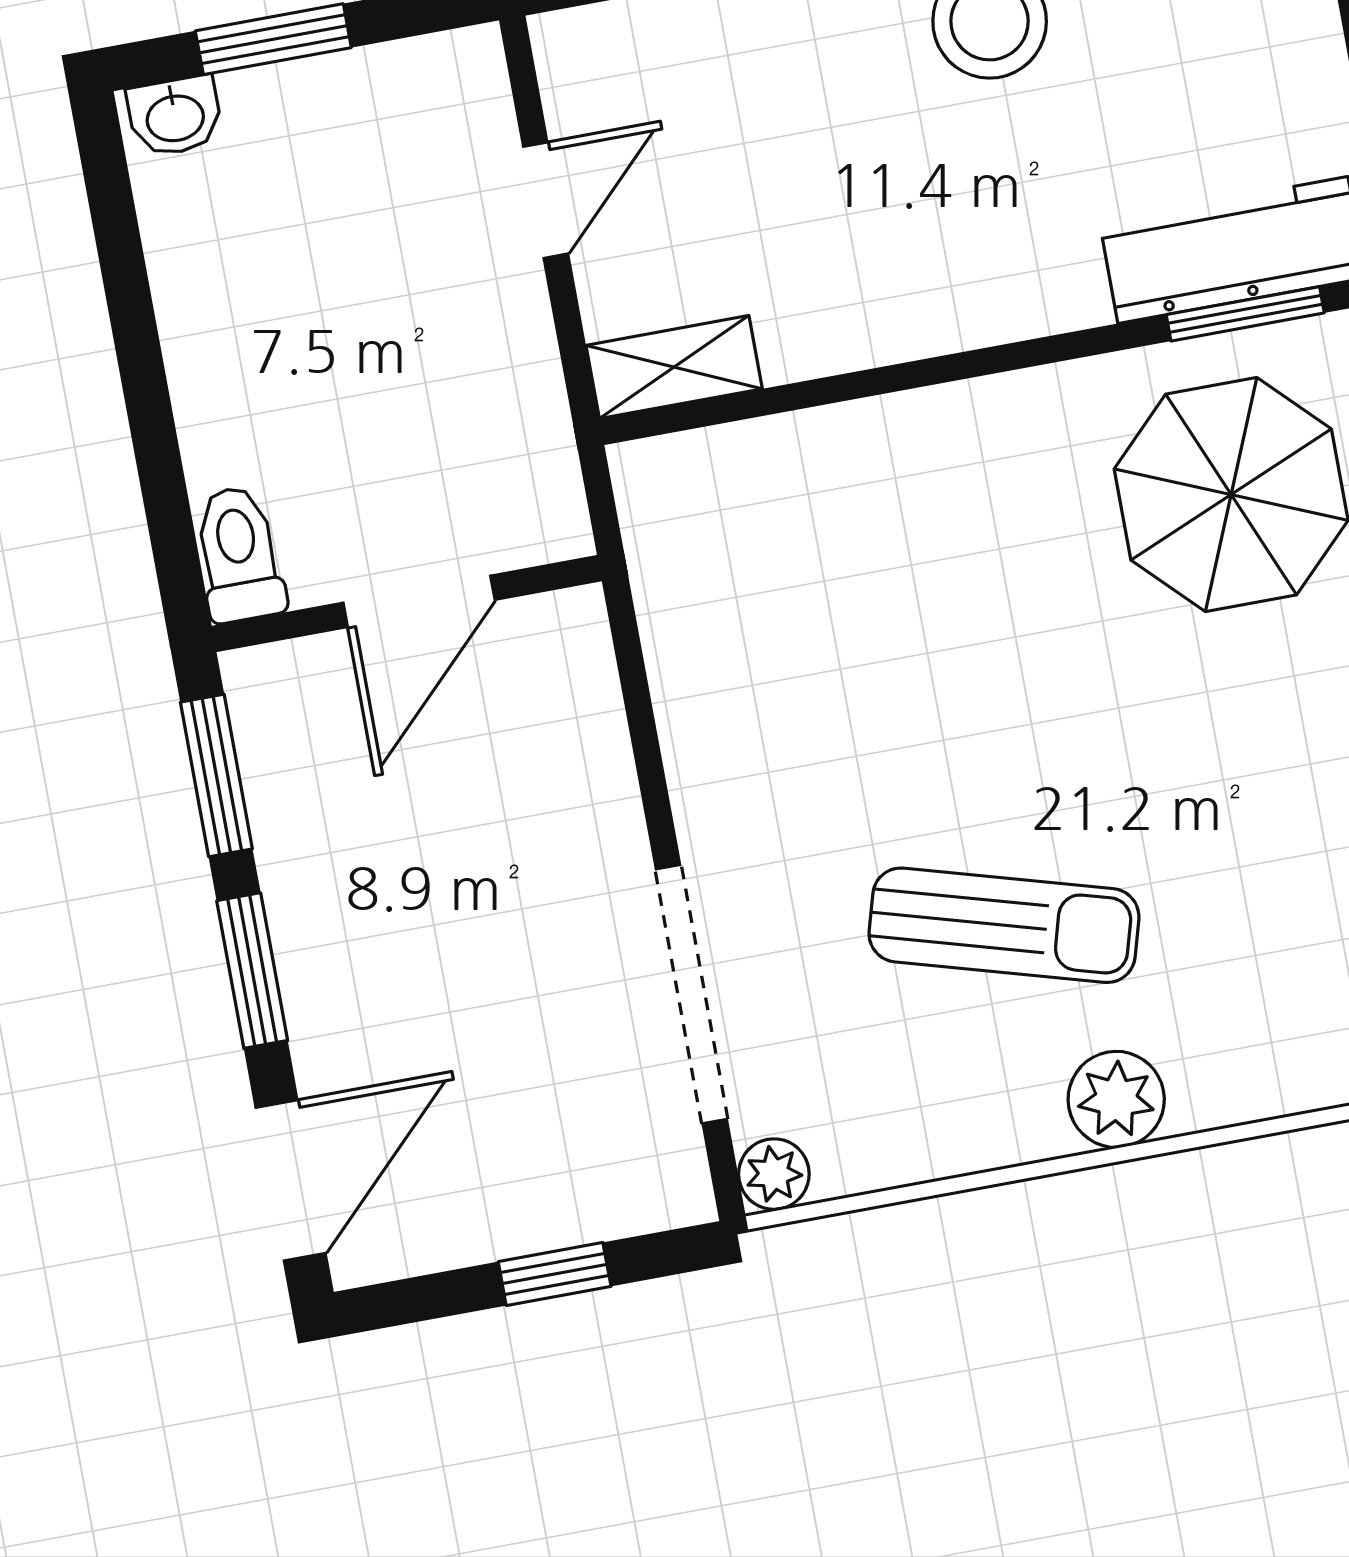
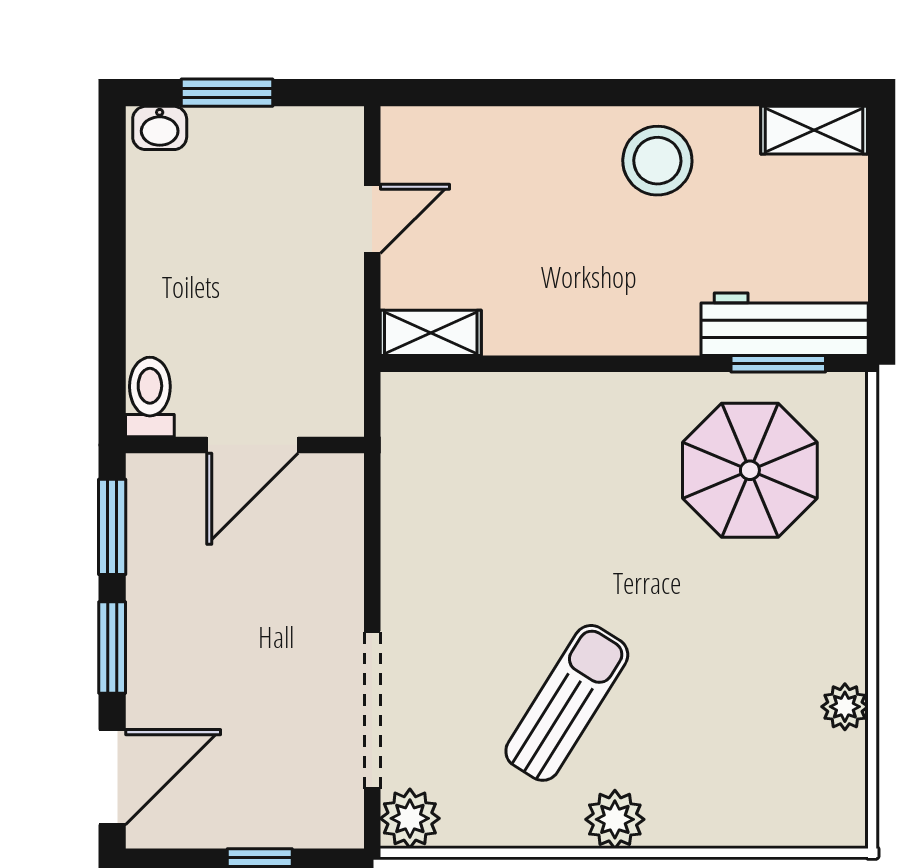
sun lounger: (1004, 925) -> (567, 703), turned -74
plant: (774, 1174) -> (410, 818), width x1.38, depth x1.38

